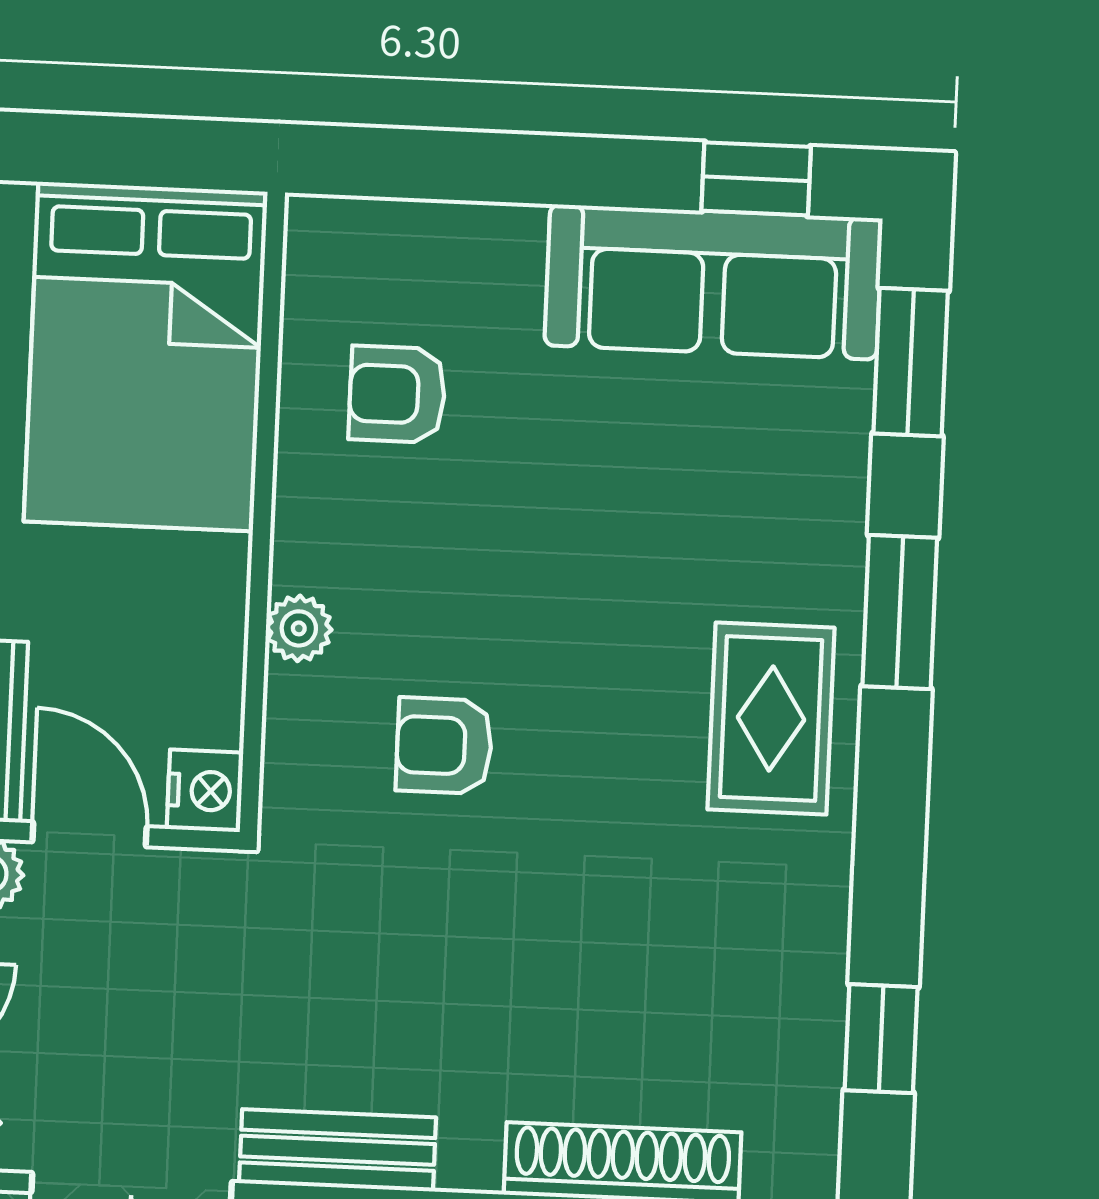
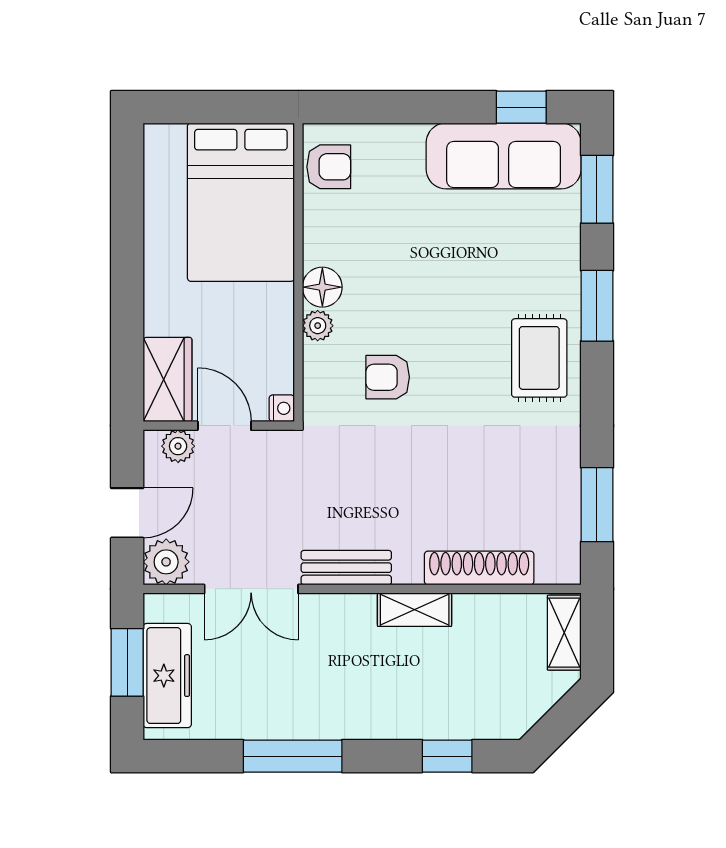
armchair: (397, 394) -> (329, 167), moved, turned 180
floor lamp: (312, 546) -> (322, 287), added
nightstand: (205, 791) -> (282, 408), width x0.72, depth x0.74
window: (881, 1039) -> (597, 505), width x1.50

